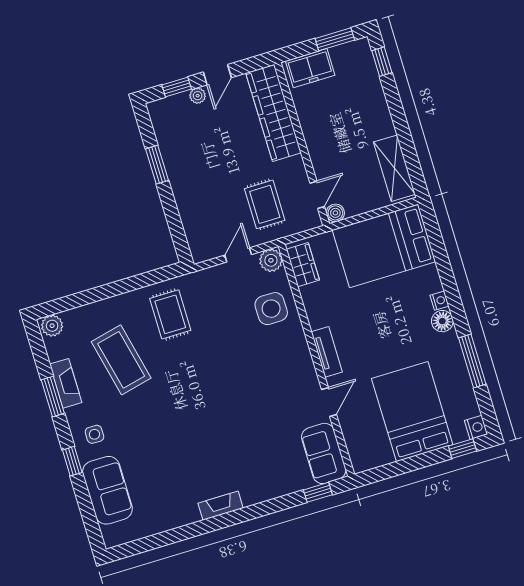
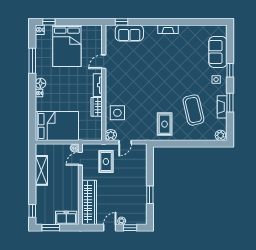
shelving: (394, 168) -> (41, 170), moved
wardrobe: (303, 265) -> (97, 107), moved
sofa: (324, 453) -> (129, 33), moved, turned 90

